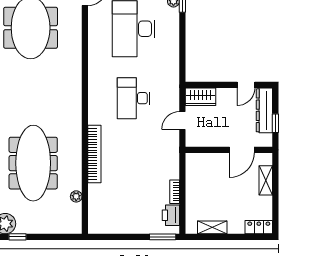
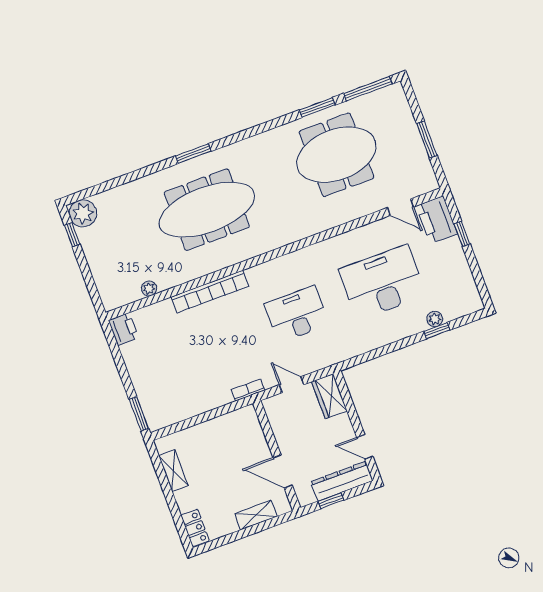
meeting table: (33, 163) -> (207, 210), moved
bookcase: (175, 192) -> (248, 390), moved
printer: (171, 215) -> (123, 329), moved, turned 90

